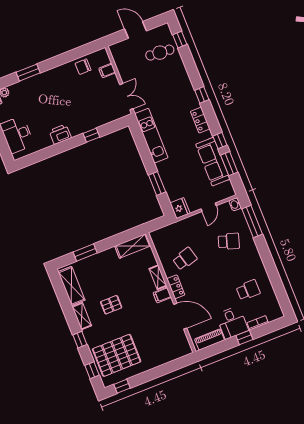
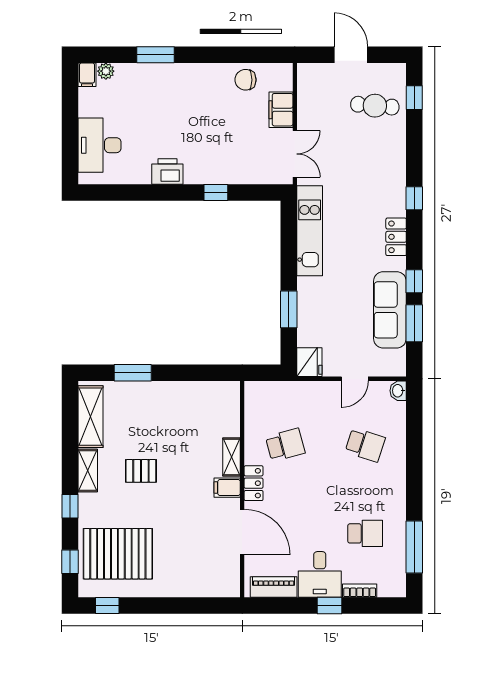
filing cabinet: (107, 71) -> (281, 110), width x2.00
window: (252, 221) -> (414, 547), moved
shelving: (133, 246) -> (212, 392), removed

